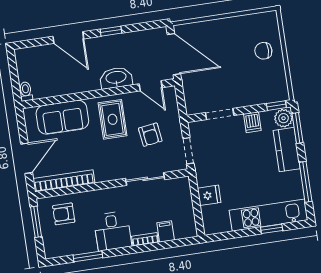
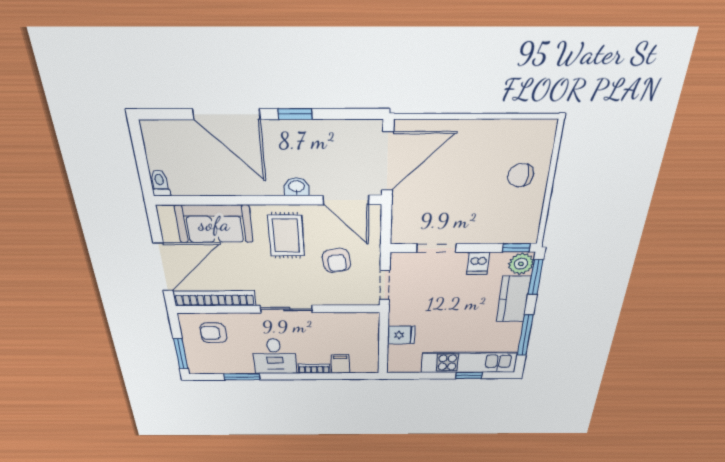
door: (68, 38) -> (226, 114), width x1.36
door: (174, 54) -> (388, 161), hinge flipped
washbasin: (116, 78) -> (297, 187), width x0.52, depth x0.69
door: (151, 86) -> (346, 200), width x1.38
door: (27, 158) -> (163, 267), width x1.36
sliding door: (145, 179) -> (286, 309), moved
window: (36, 222) -> (181, 354), moved

